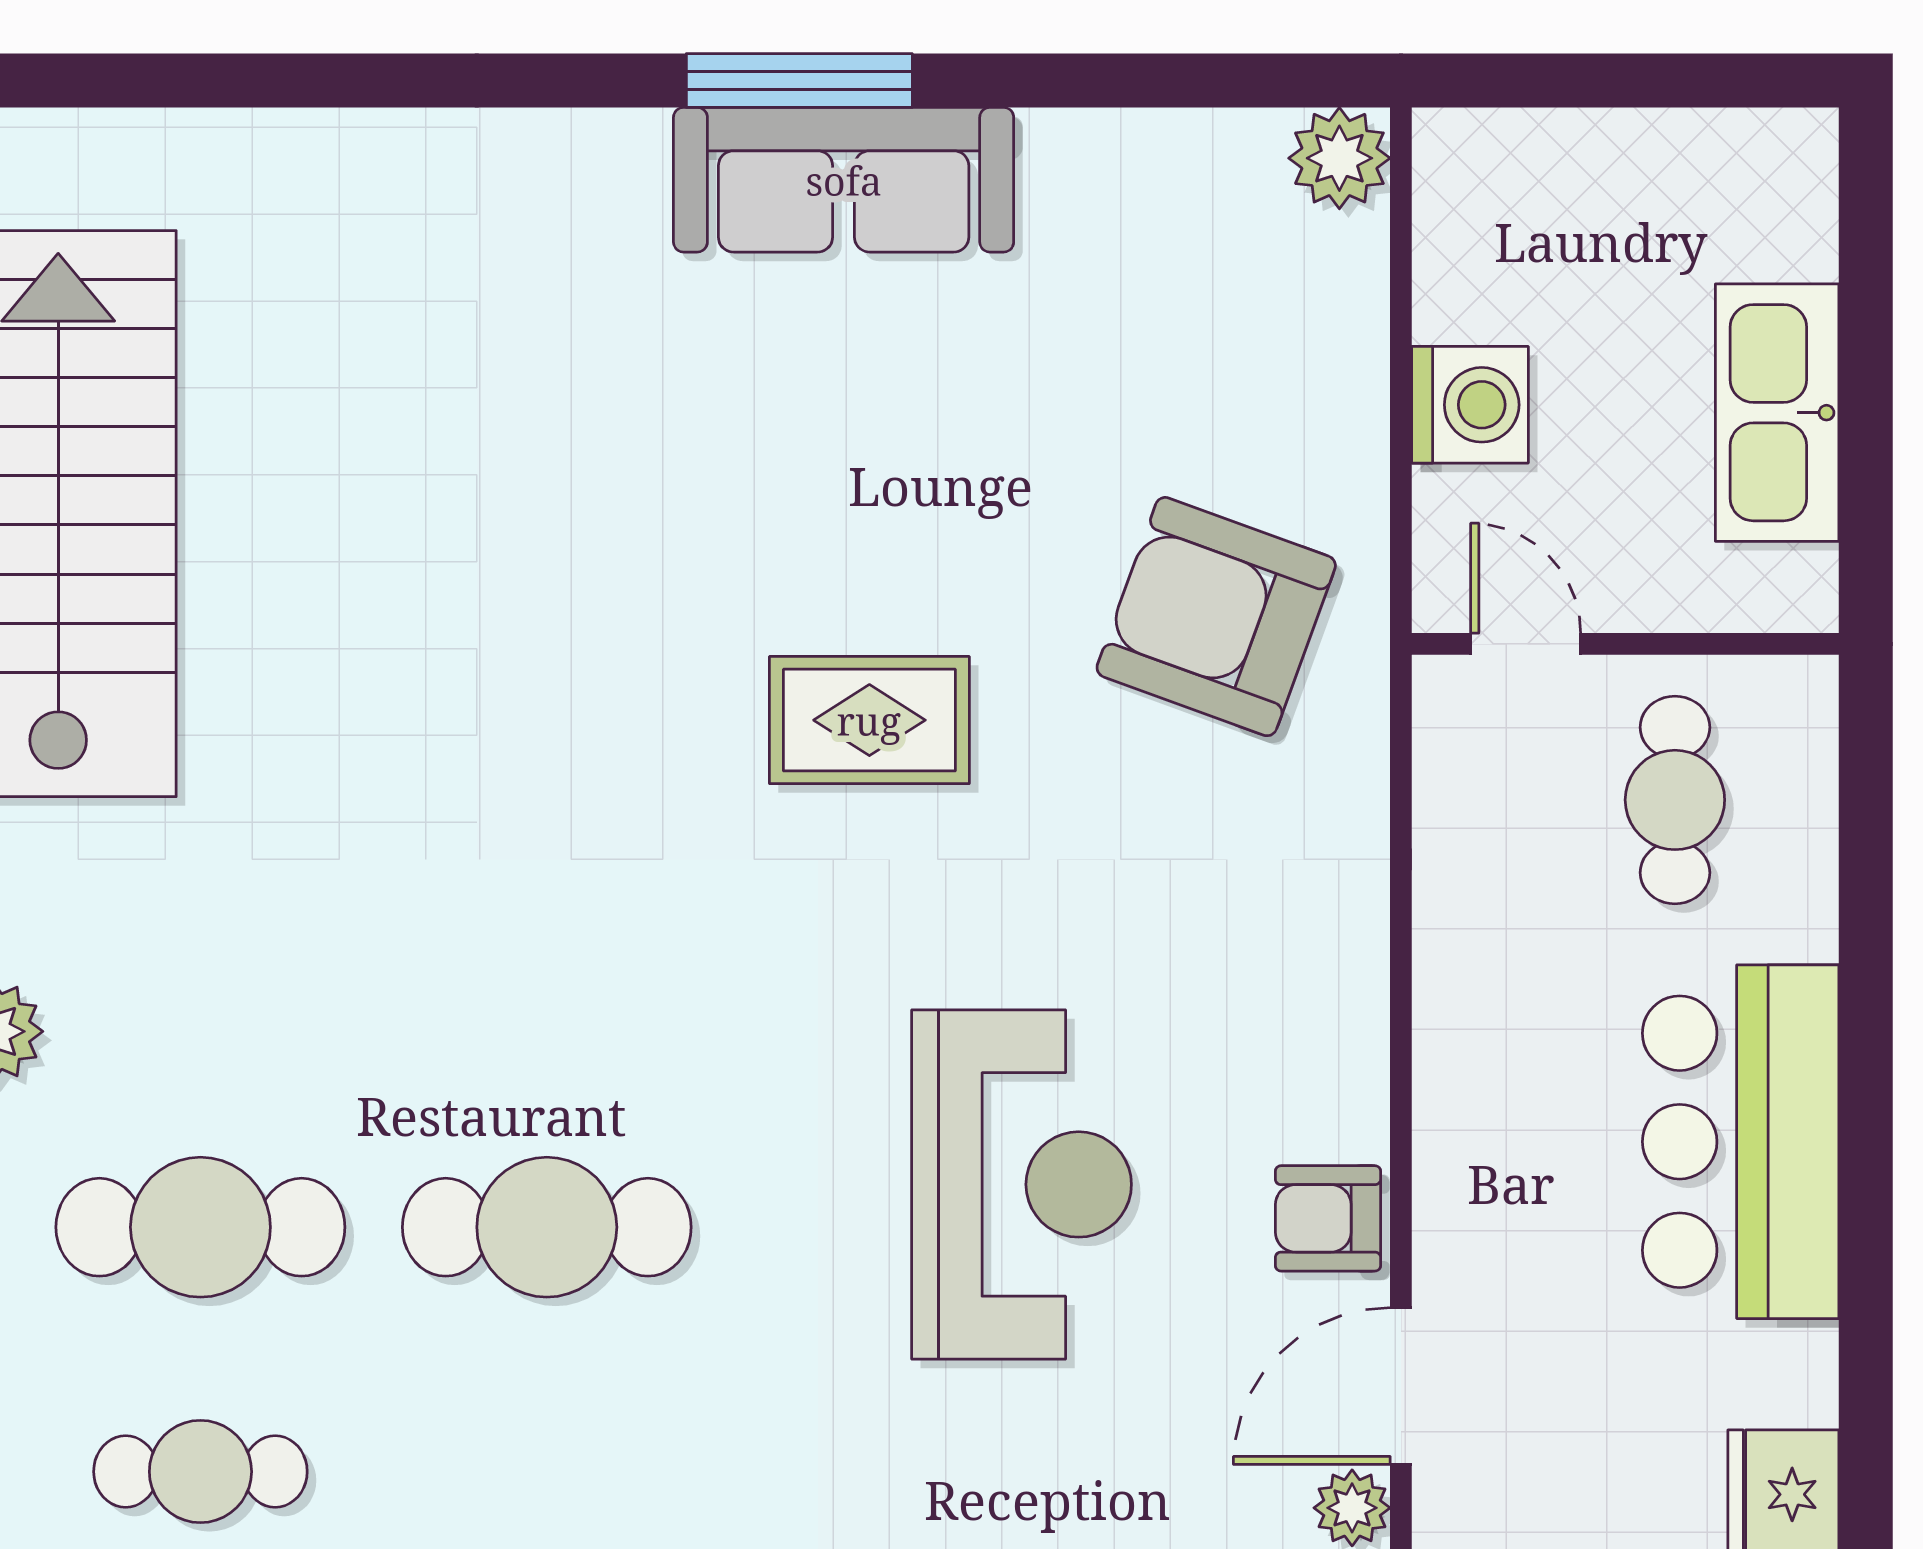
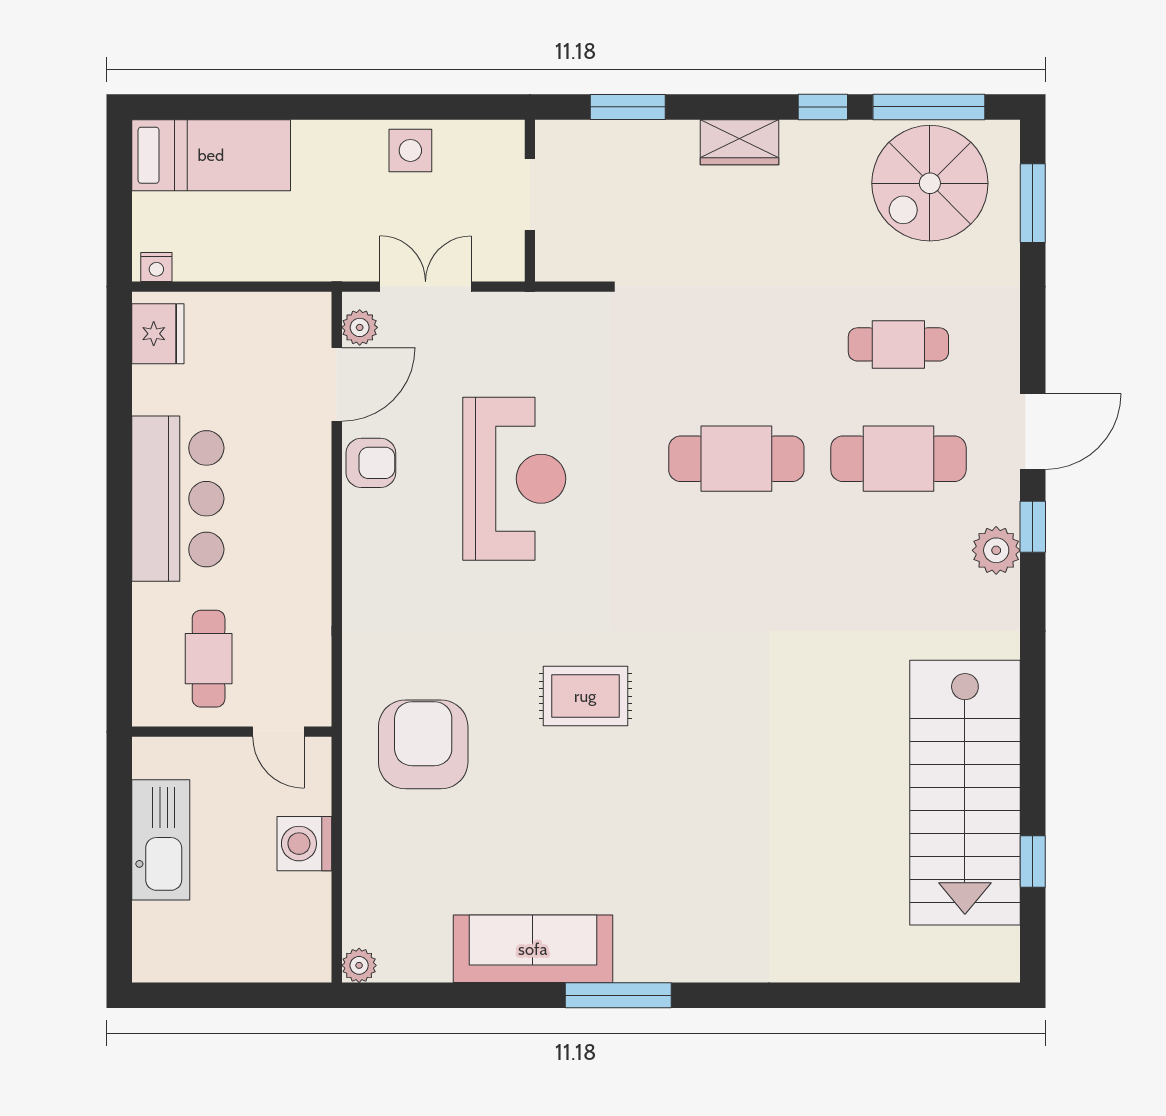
plant: (1339, 158) -> (359, 965), width x0.73, depth x0.73
sofa: (844, 180) -> (533, 949), moved
armchair: (1216, 617) -> (423, 744), turned -110
reception desk: (1022, 1184) -> (514, 479), turned 180

